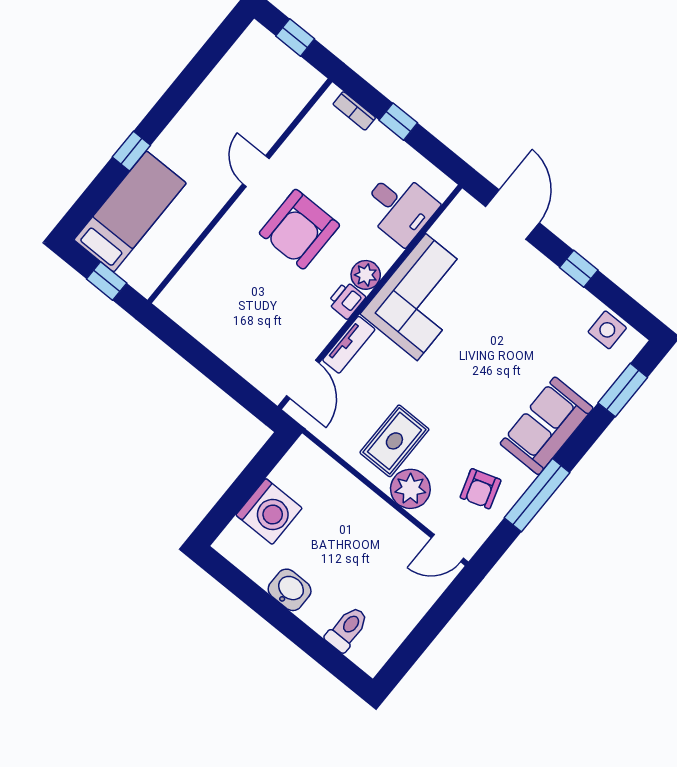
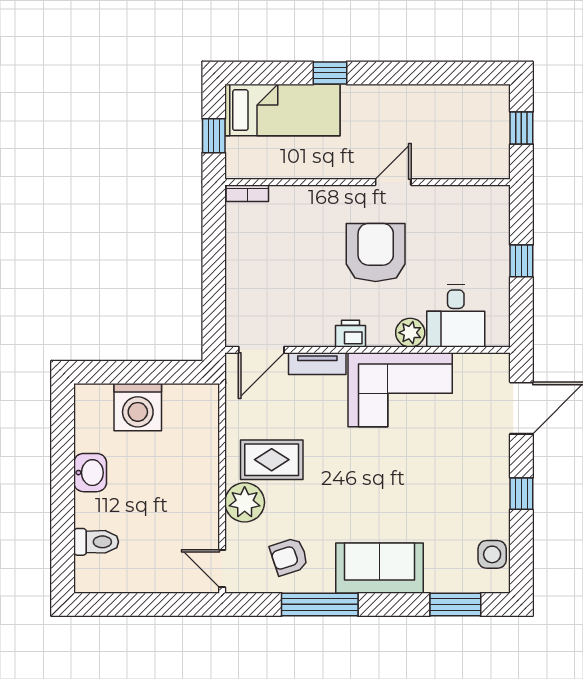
bookcase: (354, 111) -> (247, 193), moved, turned -90
armchair: (299, 229) -> (376, 252), turned 90
plant: (366, 275) -> (410, 333), moved

